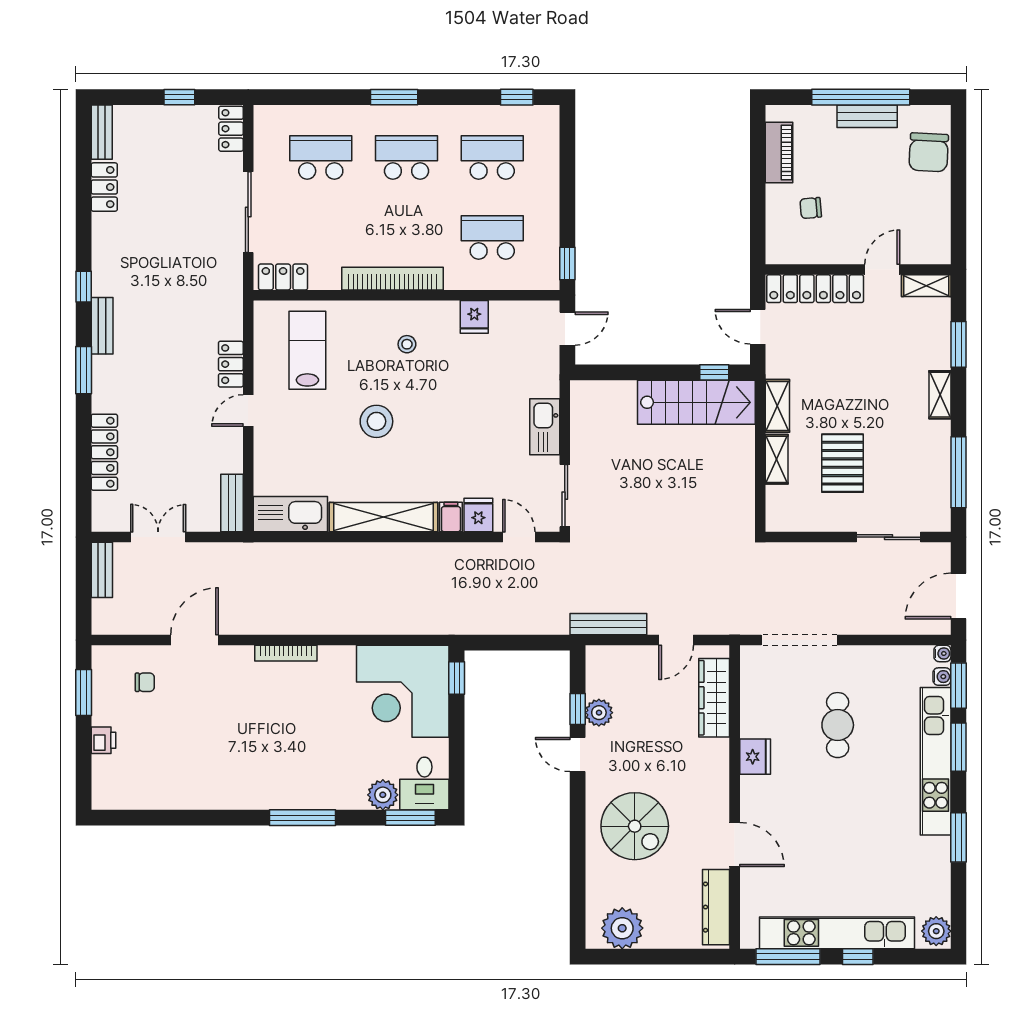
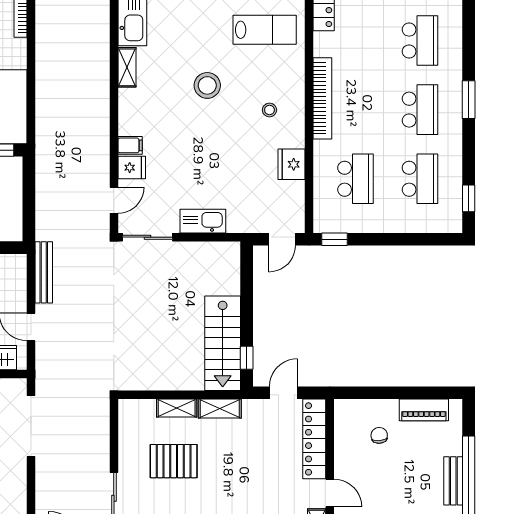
fridge: (474, 317) -> (292, 164), width x1.38
door: (567, 329) -> (282, 239), hinge flipped
shelving: (384, 517) -> (127, 67), width x0.45, depth x0.75

